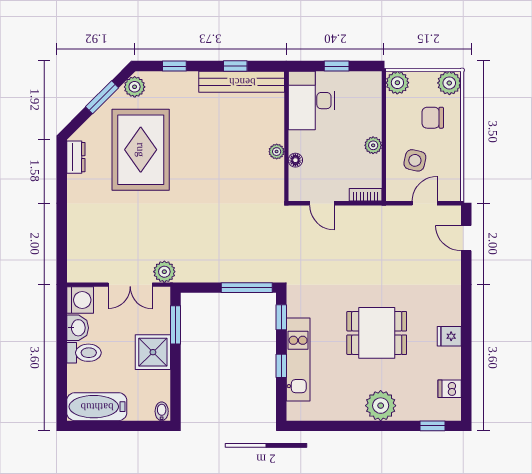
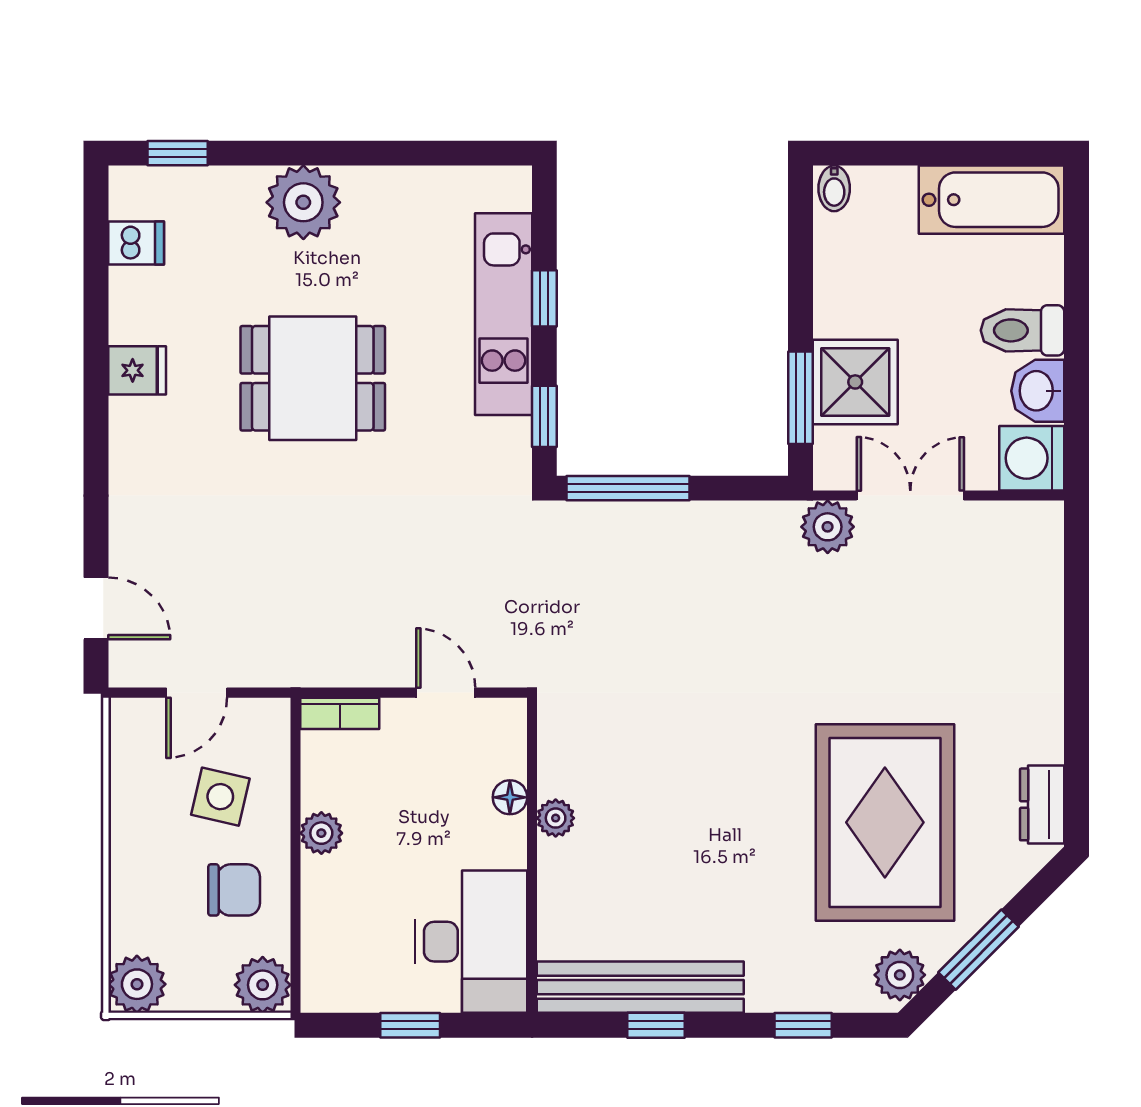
chair: (433, 118) -> (234, 890), moved
shower: (153, 352) -> (855, 382), moved

